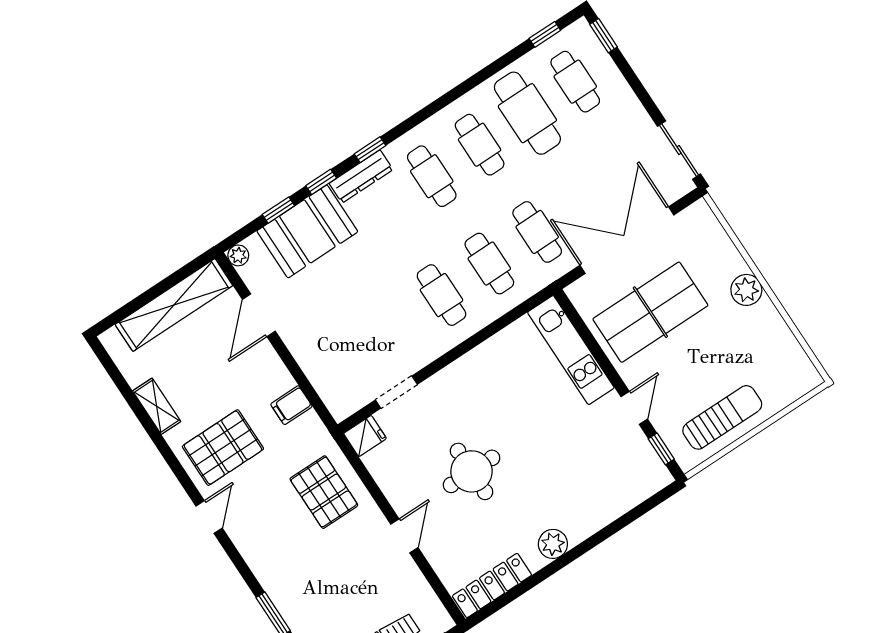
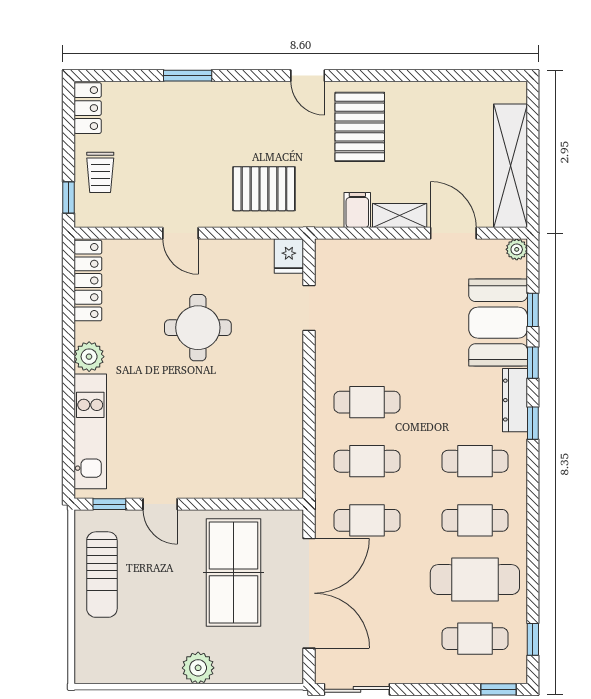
kitchen unit: (571, 350) -> (90, 431), moved, turned 90
shelving: (157, 406) -> (400, 215), moved

